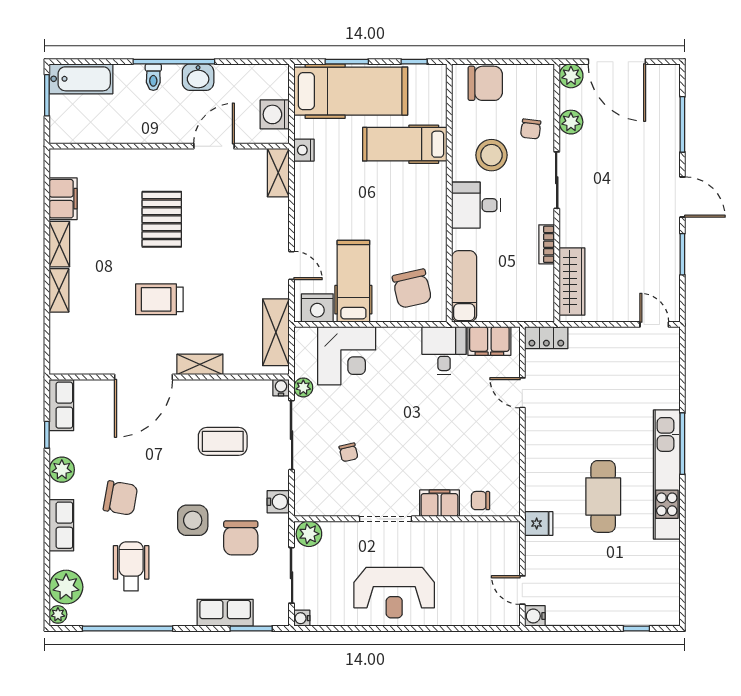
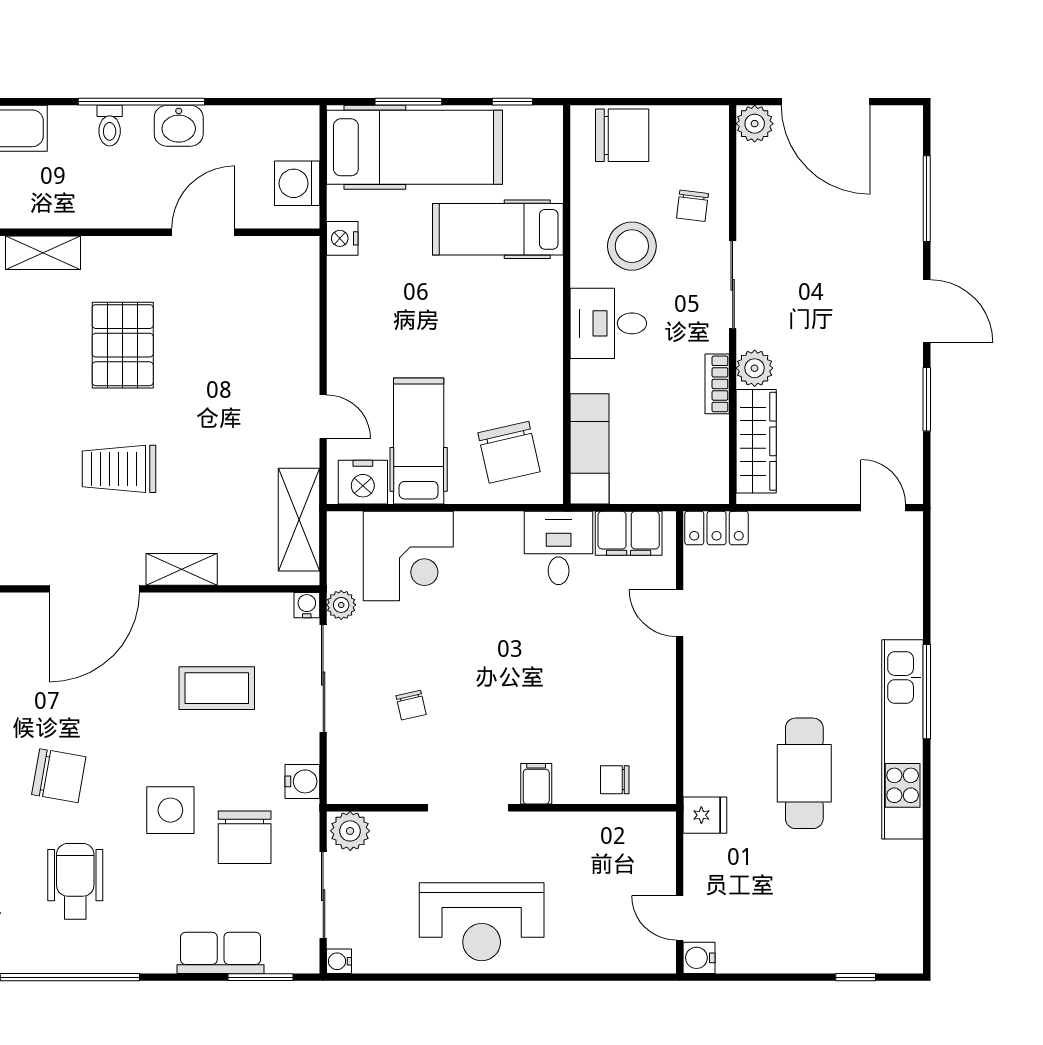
plant: (571, 122) -> (755, 368), moved
shelving: (278, 173) -> (43, 253), moved, turned 90
filing cabinet: (439, 503) -> (536, 784), width x0.50

